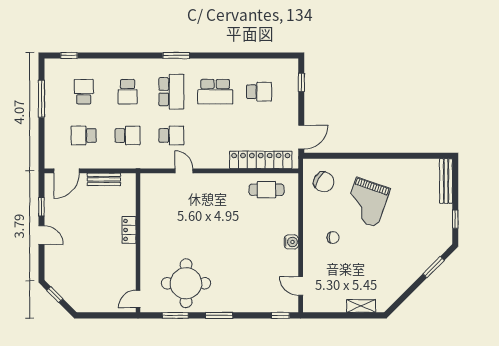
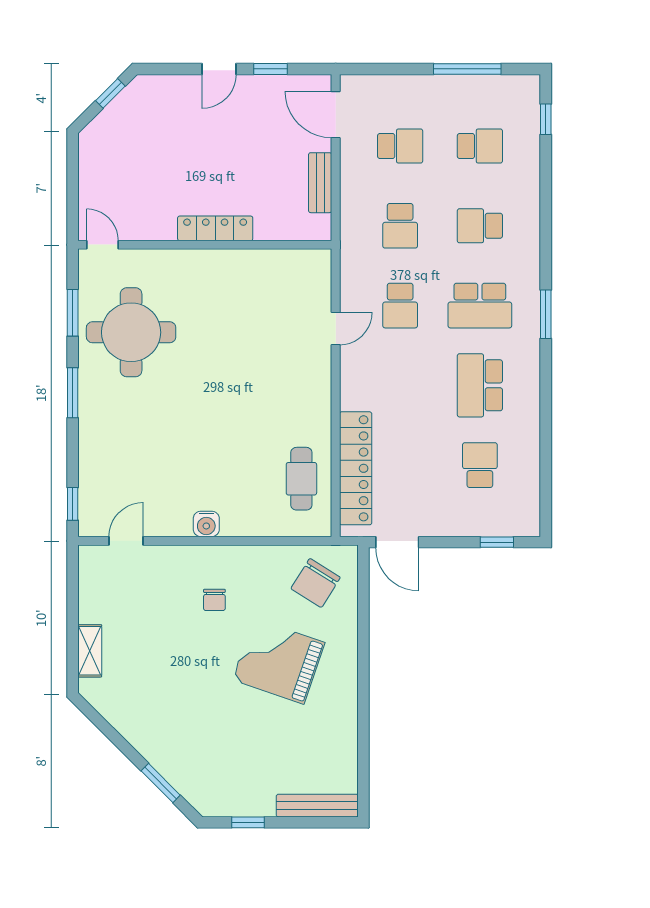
school desk: (259, 92) -> (480, 465), turned 180
school desk: (84, 135) -> (400, 146), turned 90
locker: (129, 230) -> (215, 228), width x1.53

